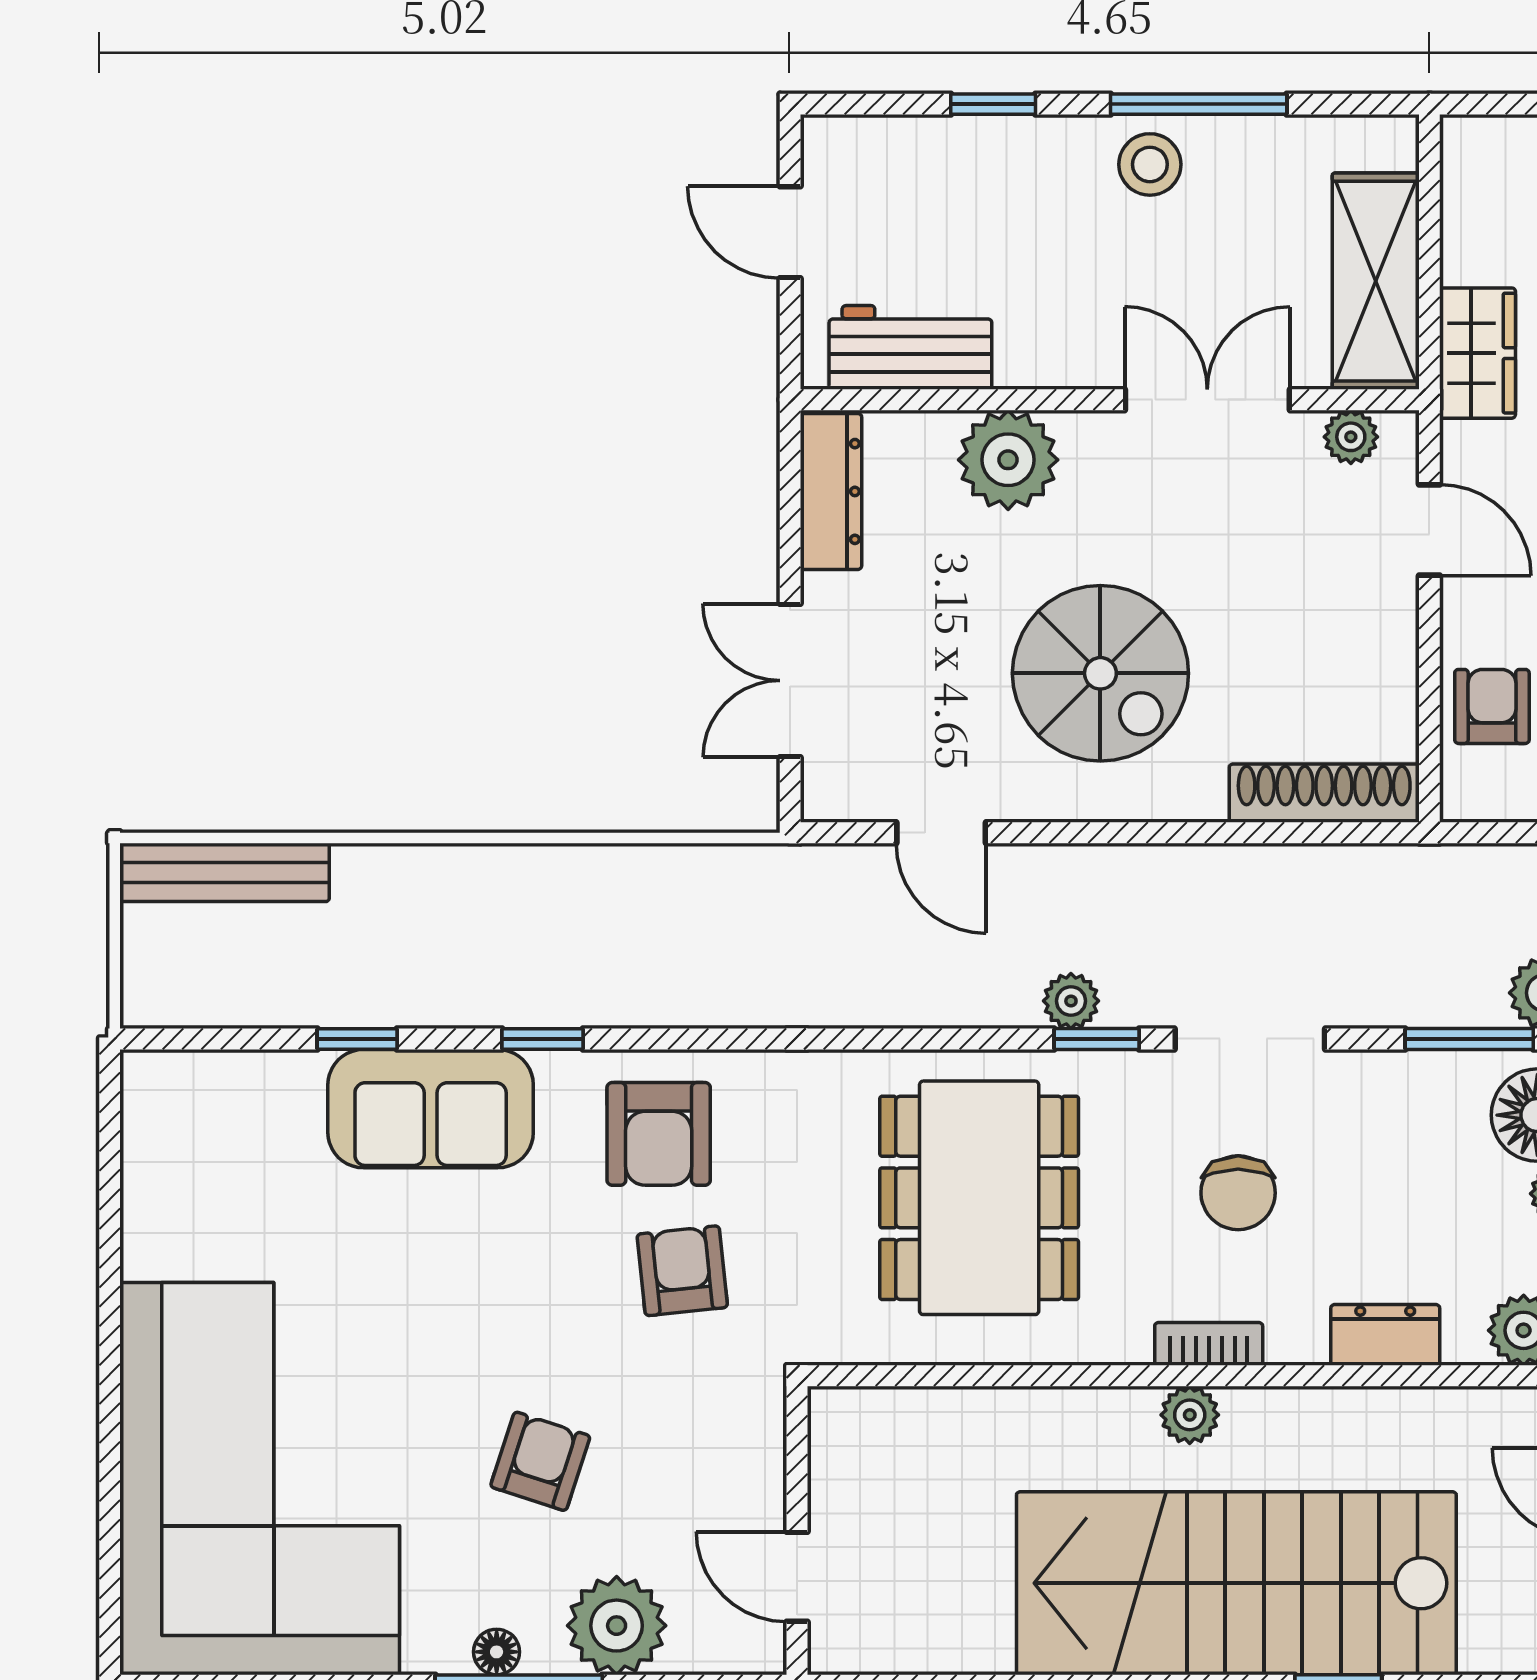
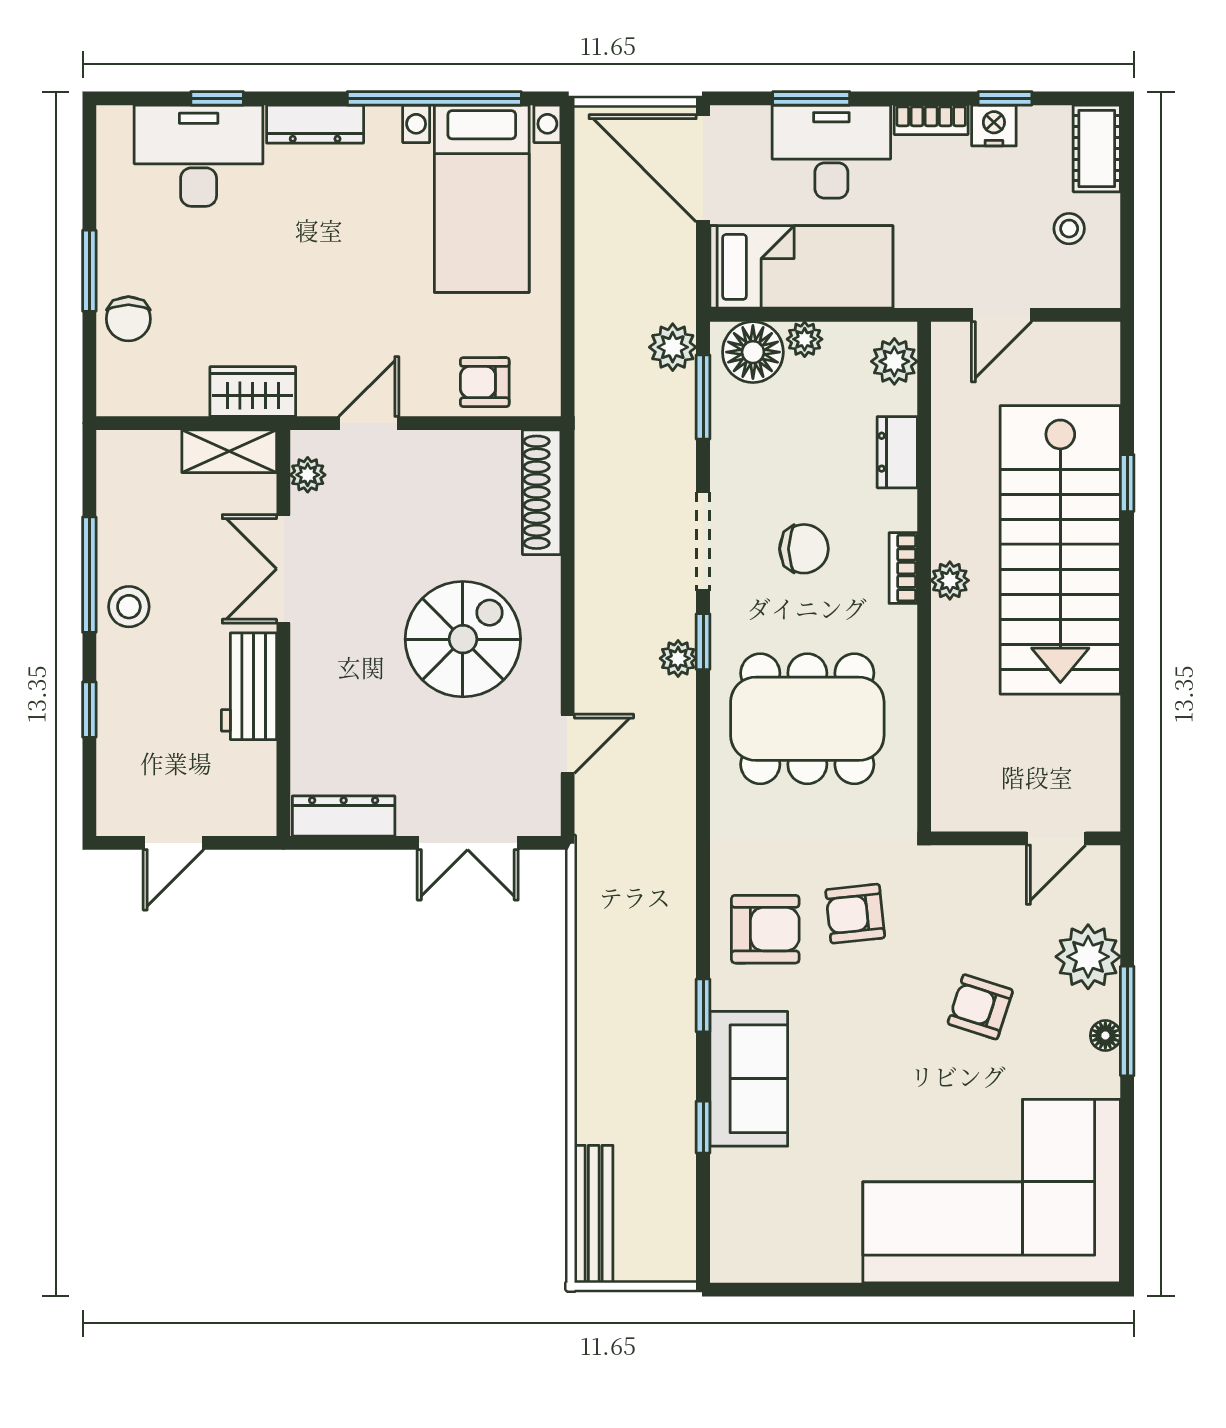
shelving: (1376, 281) -> (229, 451), width x0.67, depth x0.75
workbench: (910, 347) -> (249, 686), moved
plant: (1008, 460) -> (323, 700), removed

